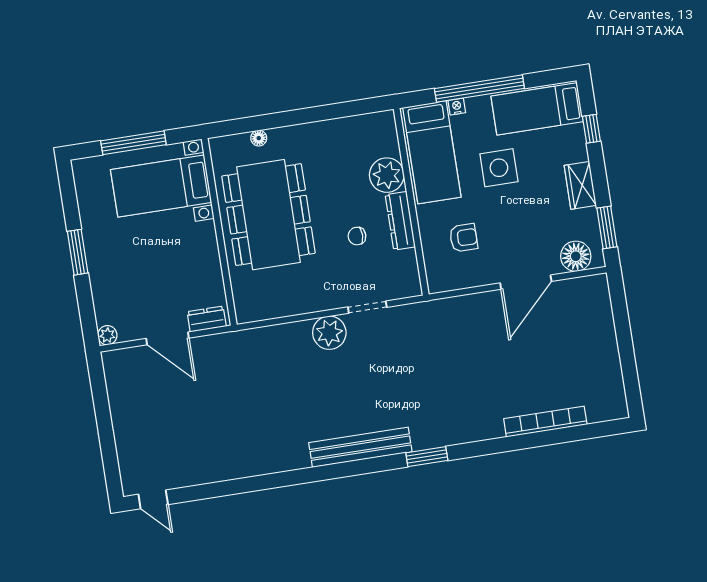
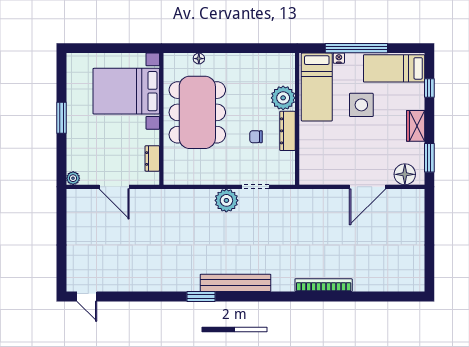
window: (133, 143) -> (112, 48), removed
bed with nightstands: (161, 186) -> (126, 91), width x1.36
armchair: (464, 238) -> (329, 149), removed
dresser: (207, 319) -> (152, 158), moved, turned -90
bookcase: (545, 422) -> (324, 285), moved
window: (427, 457) -> (201, 296), moved

